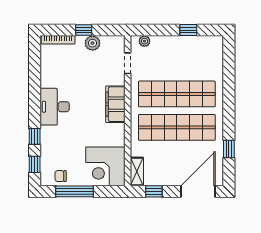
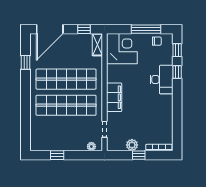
desk: (55, 107) -> (162, 80), moved

